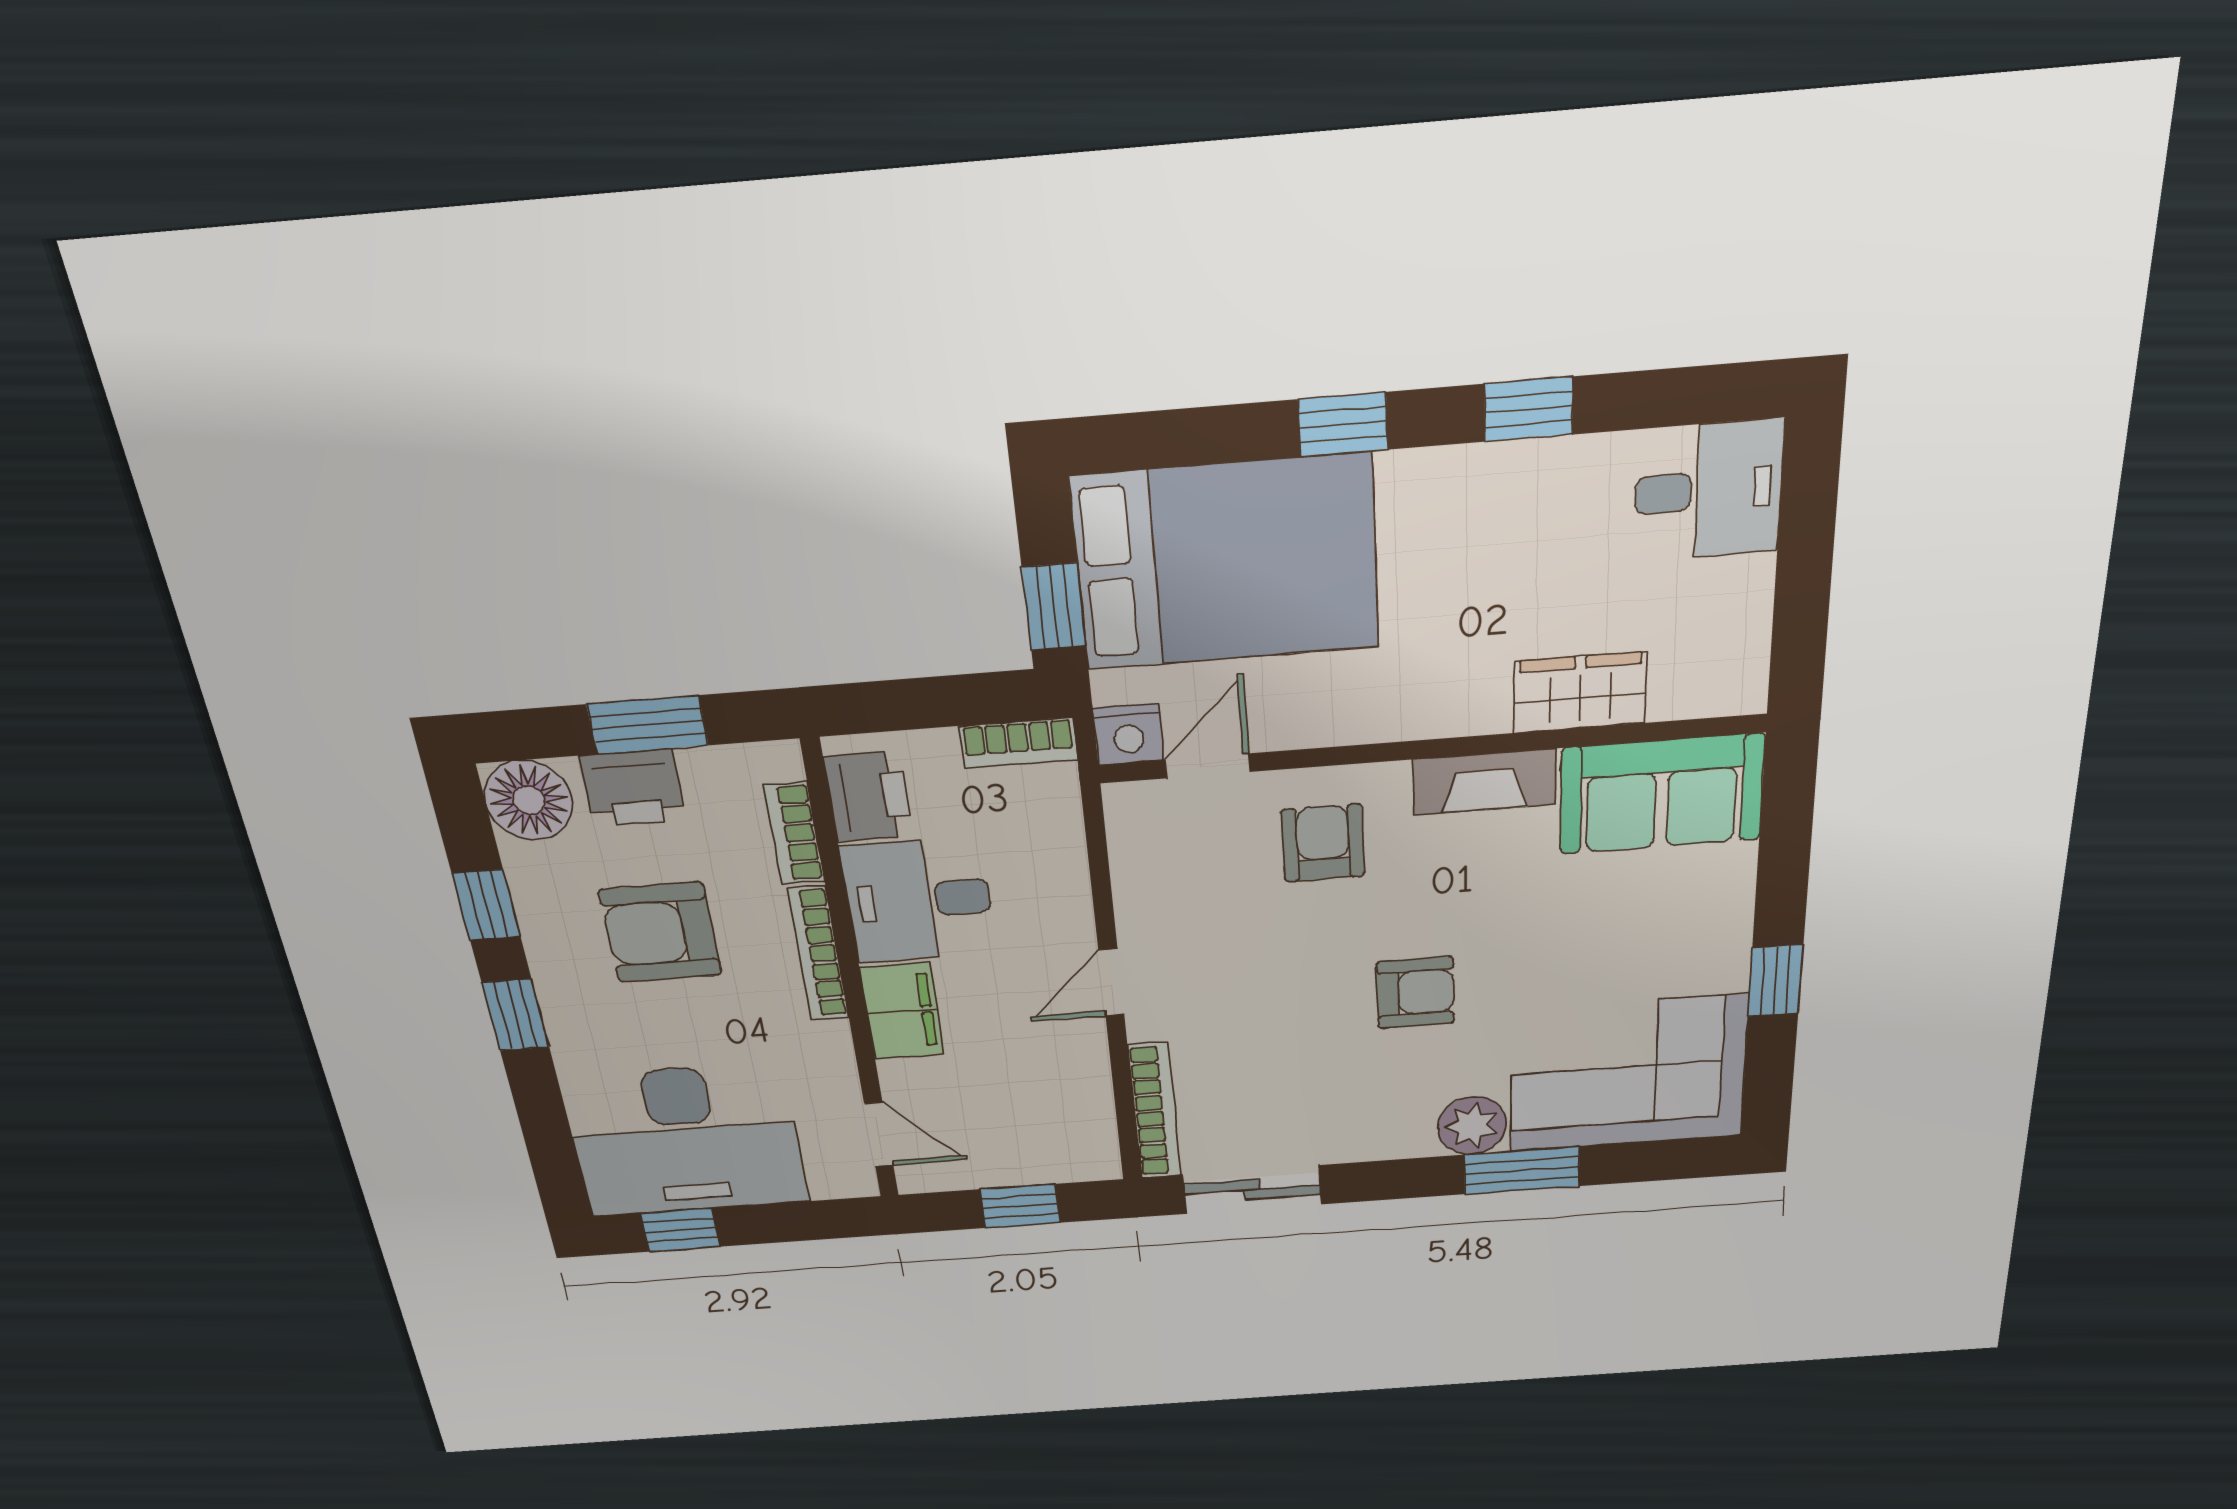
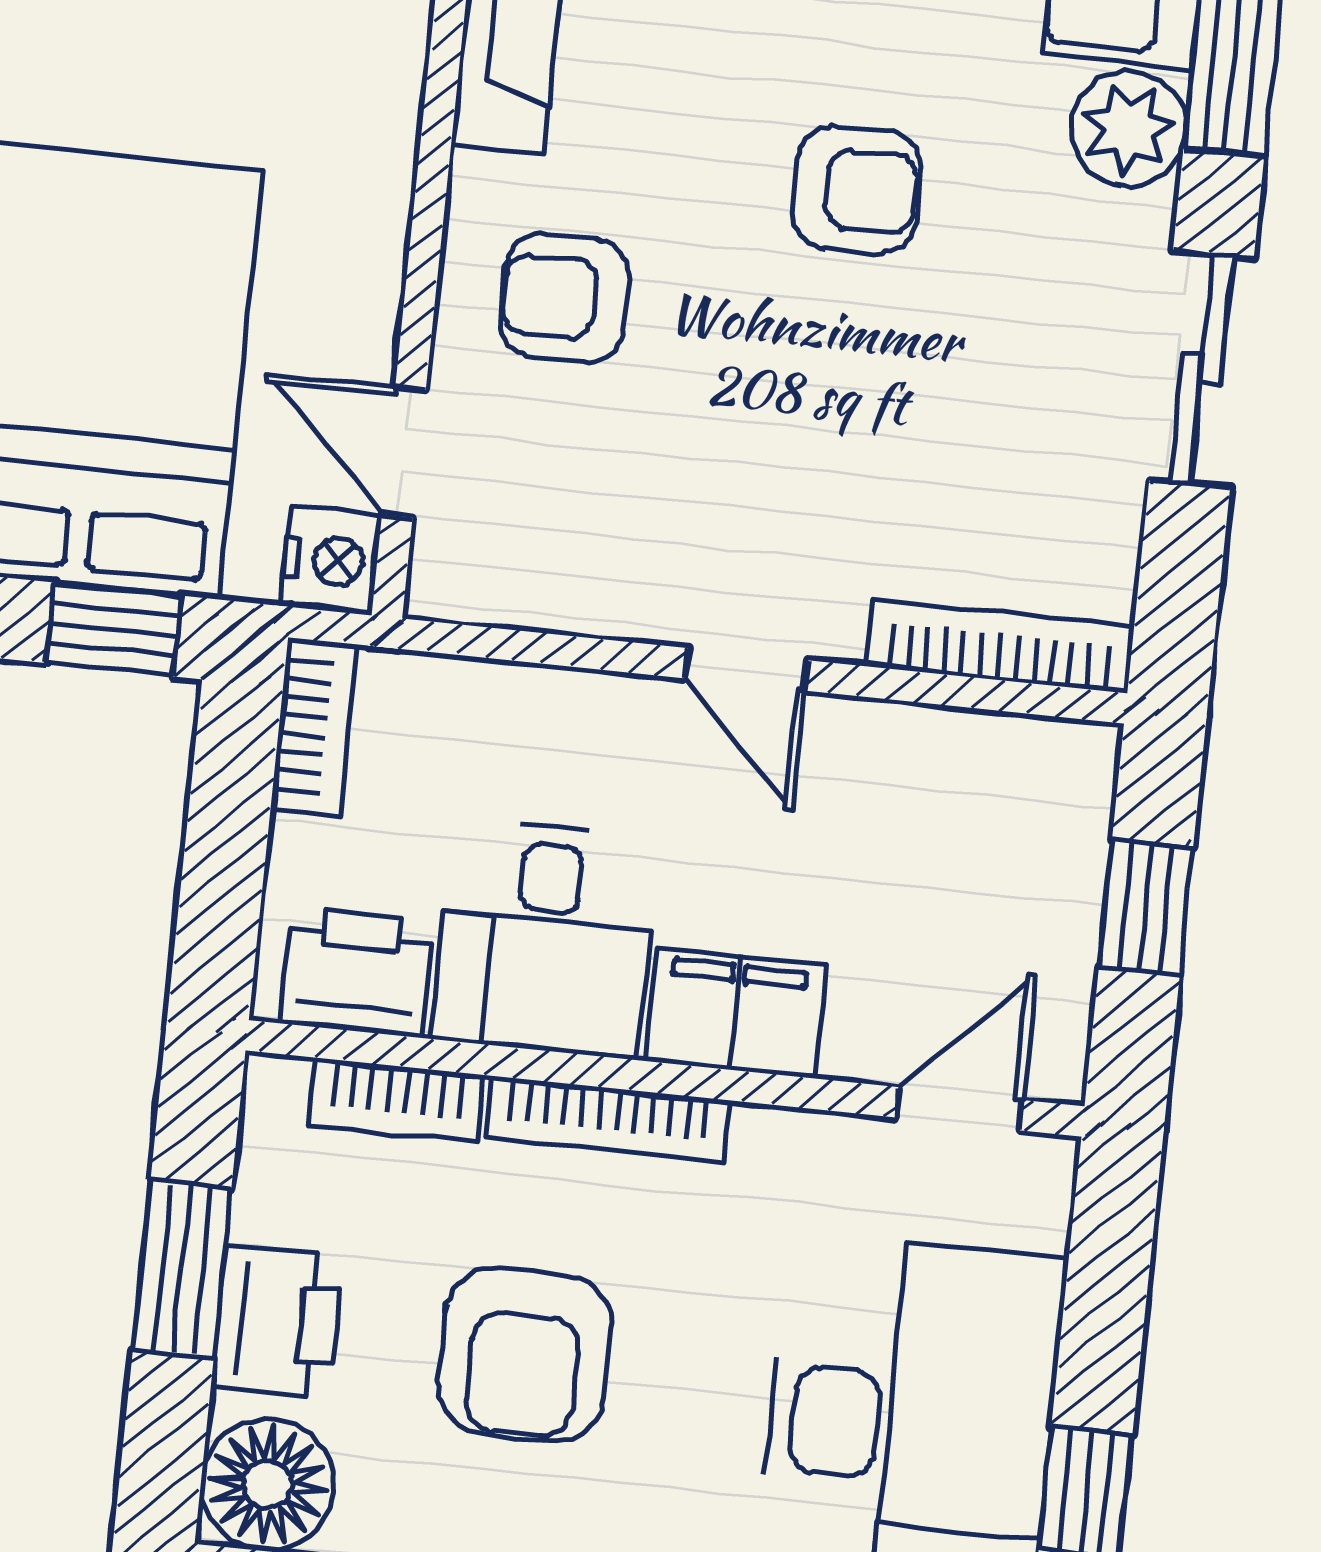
armchair: (1415, 993) -> (856, 190), turned 90
sliding door: (1252, 1190) -> (1202, 369), moved

